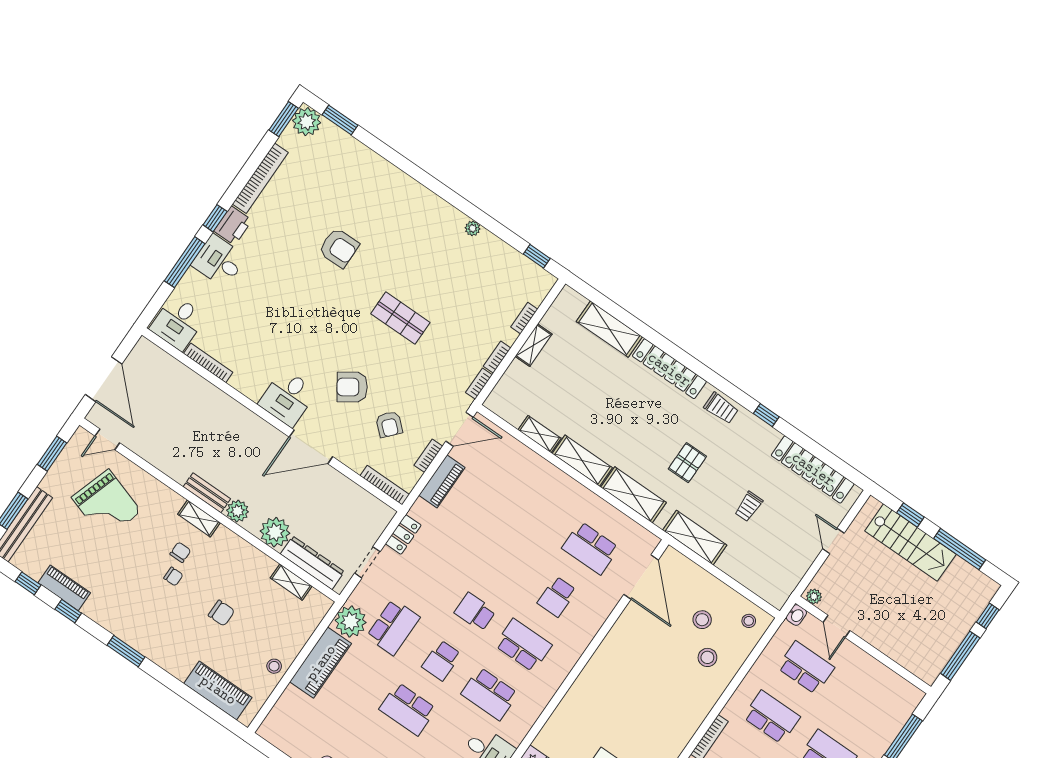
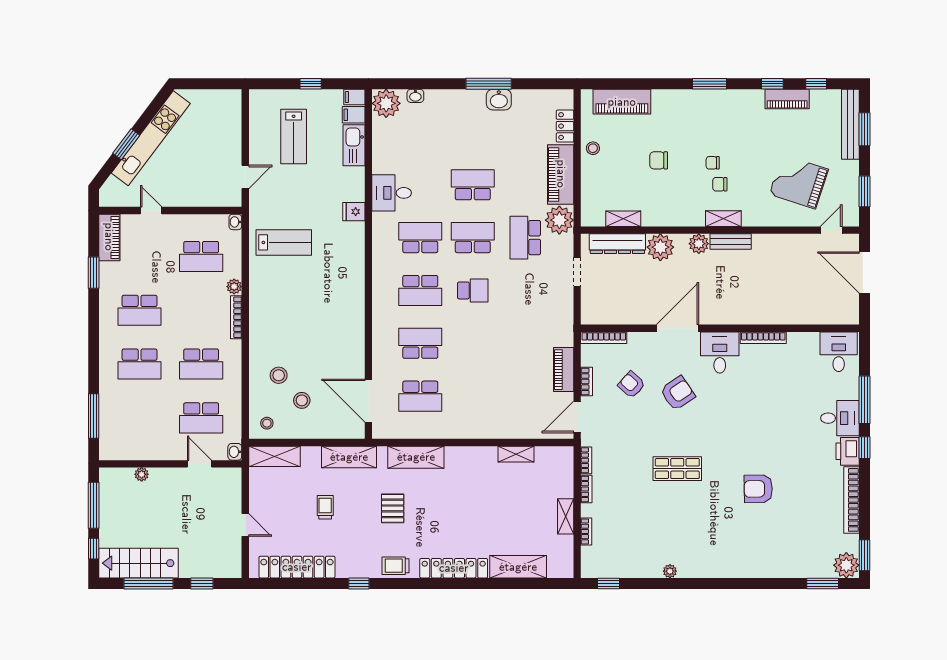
bookcase: (208, 363) -> (763, 338), moved
shelving: (582, 461) -> (275, 456), moved
locker: (403, 534) -> (565, 126), moved
stairs: (910, 543) -> (139, 563), moved
school desk: (591, 548) -> (420, 396), turned 180
chair: (180, 552) -> (720, 184), turned 90
plant: (814, 596) -> (142, 474), moved
school desk: (557, 597) -> (420, 343), width x1.85
school desk: (441, 660) -> (473, 238), width x1.85

